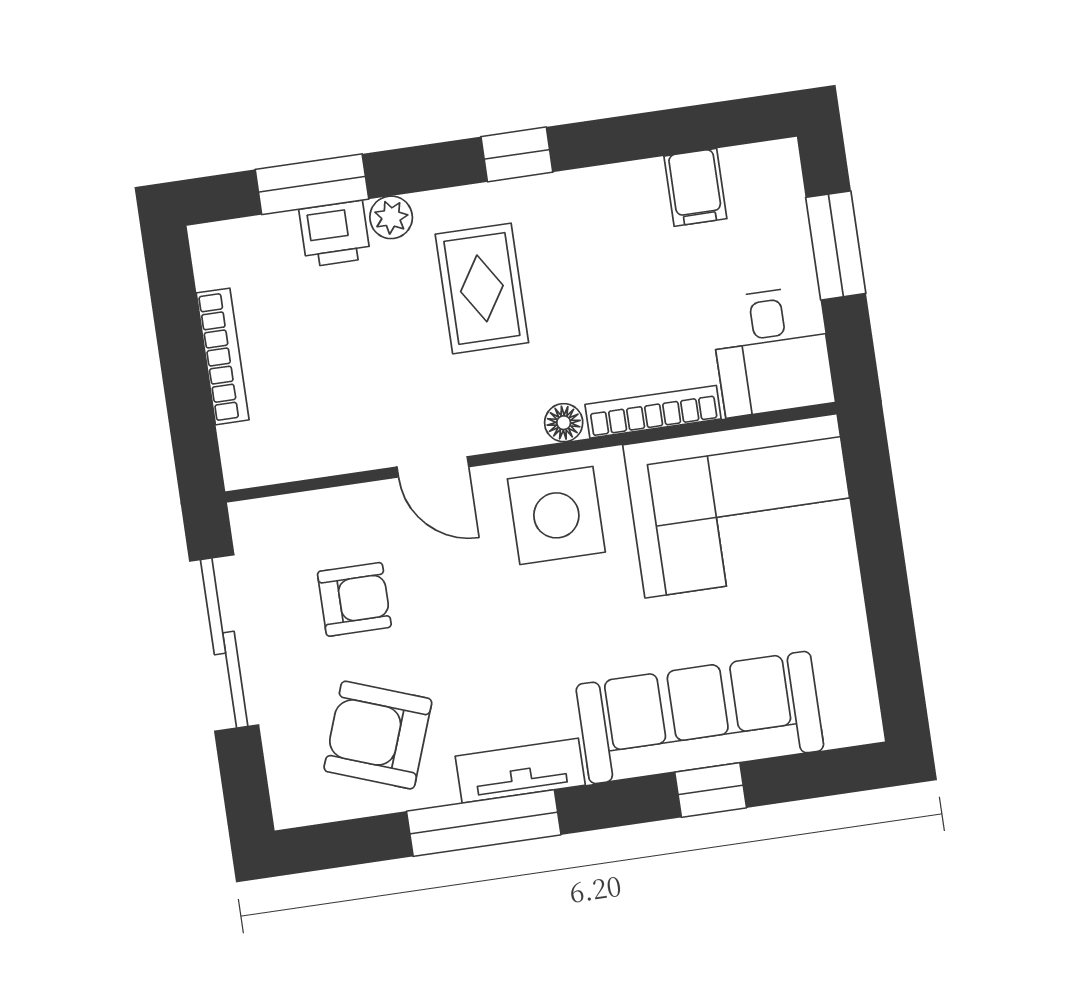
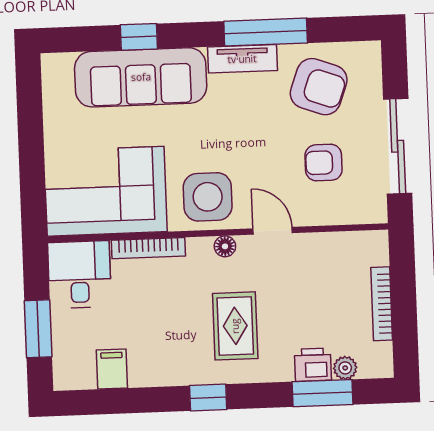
plant: (391, 217) -> (345, 368), moved
floor lamp: (564, 423) -> (225, 246), moved

